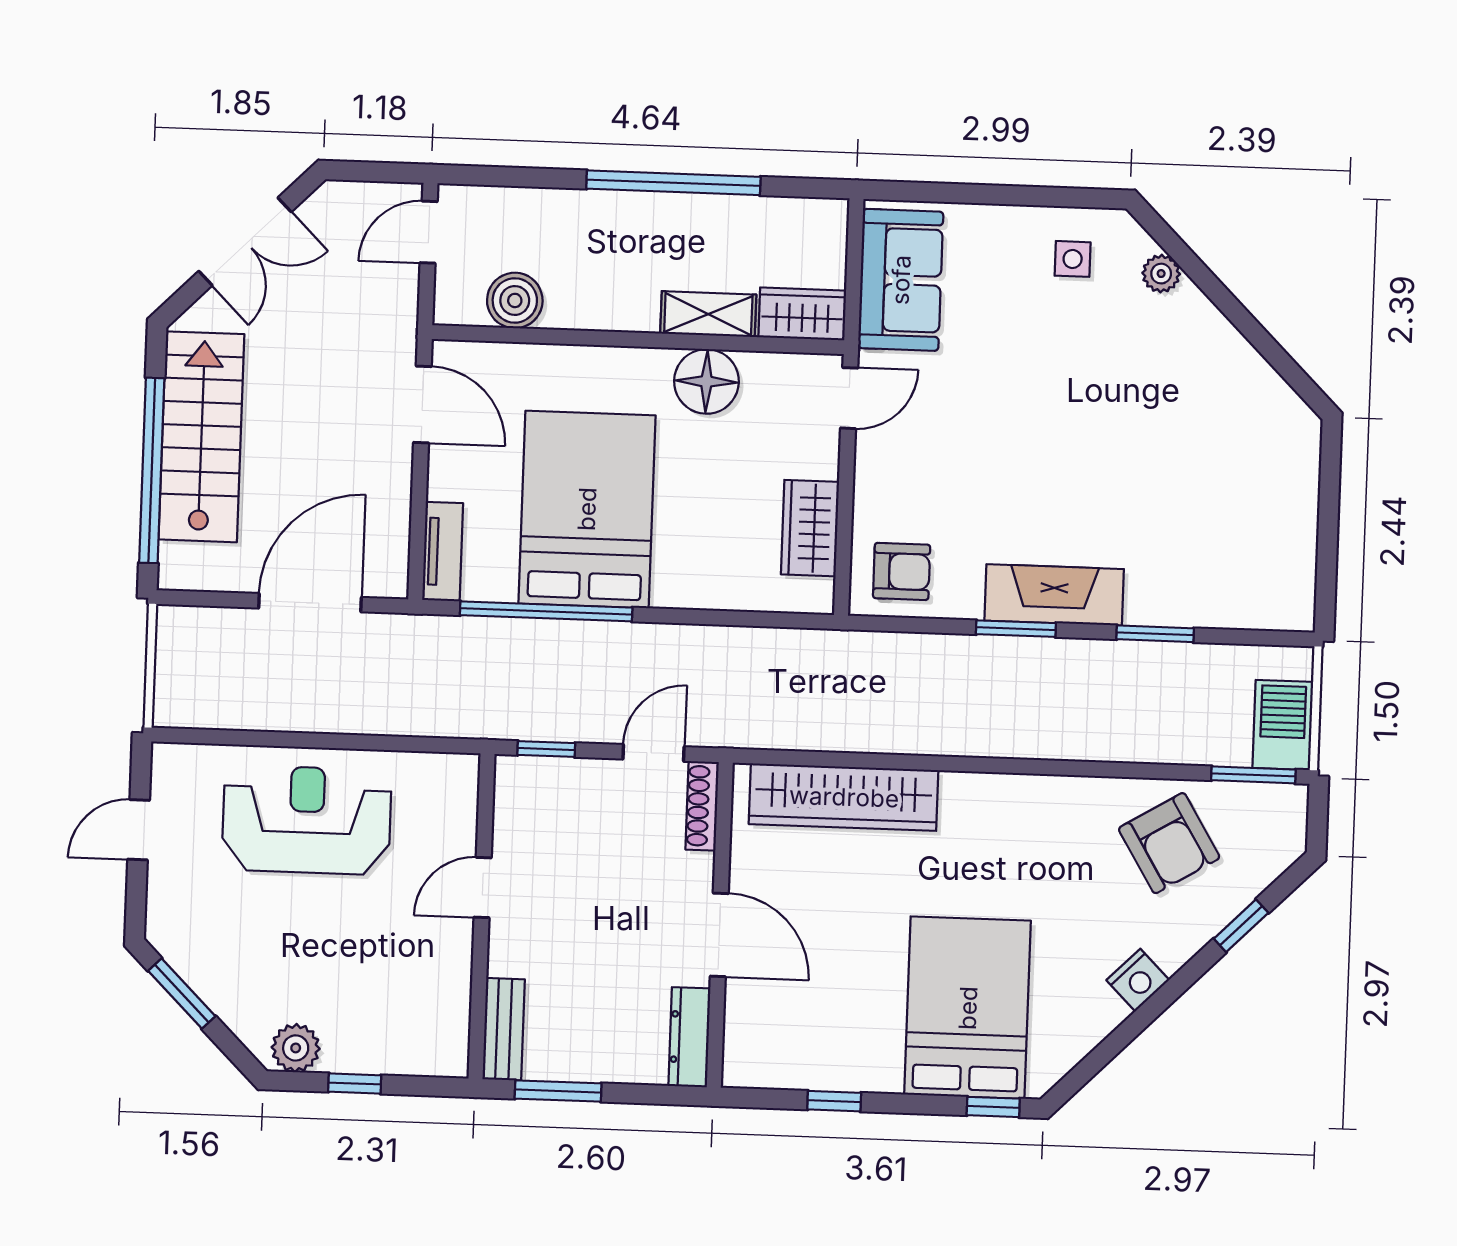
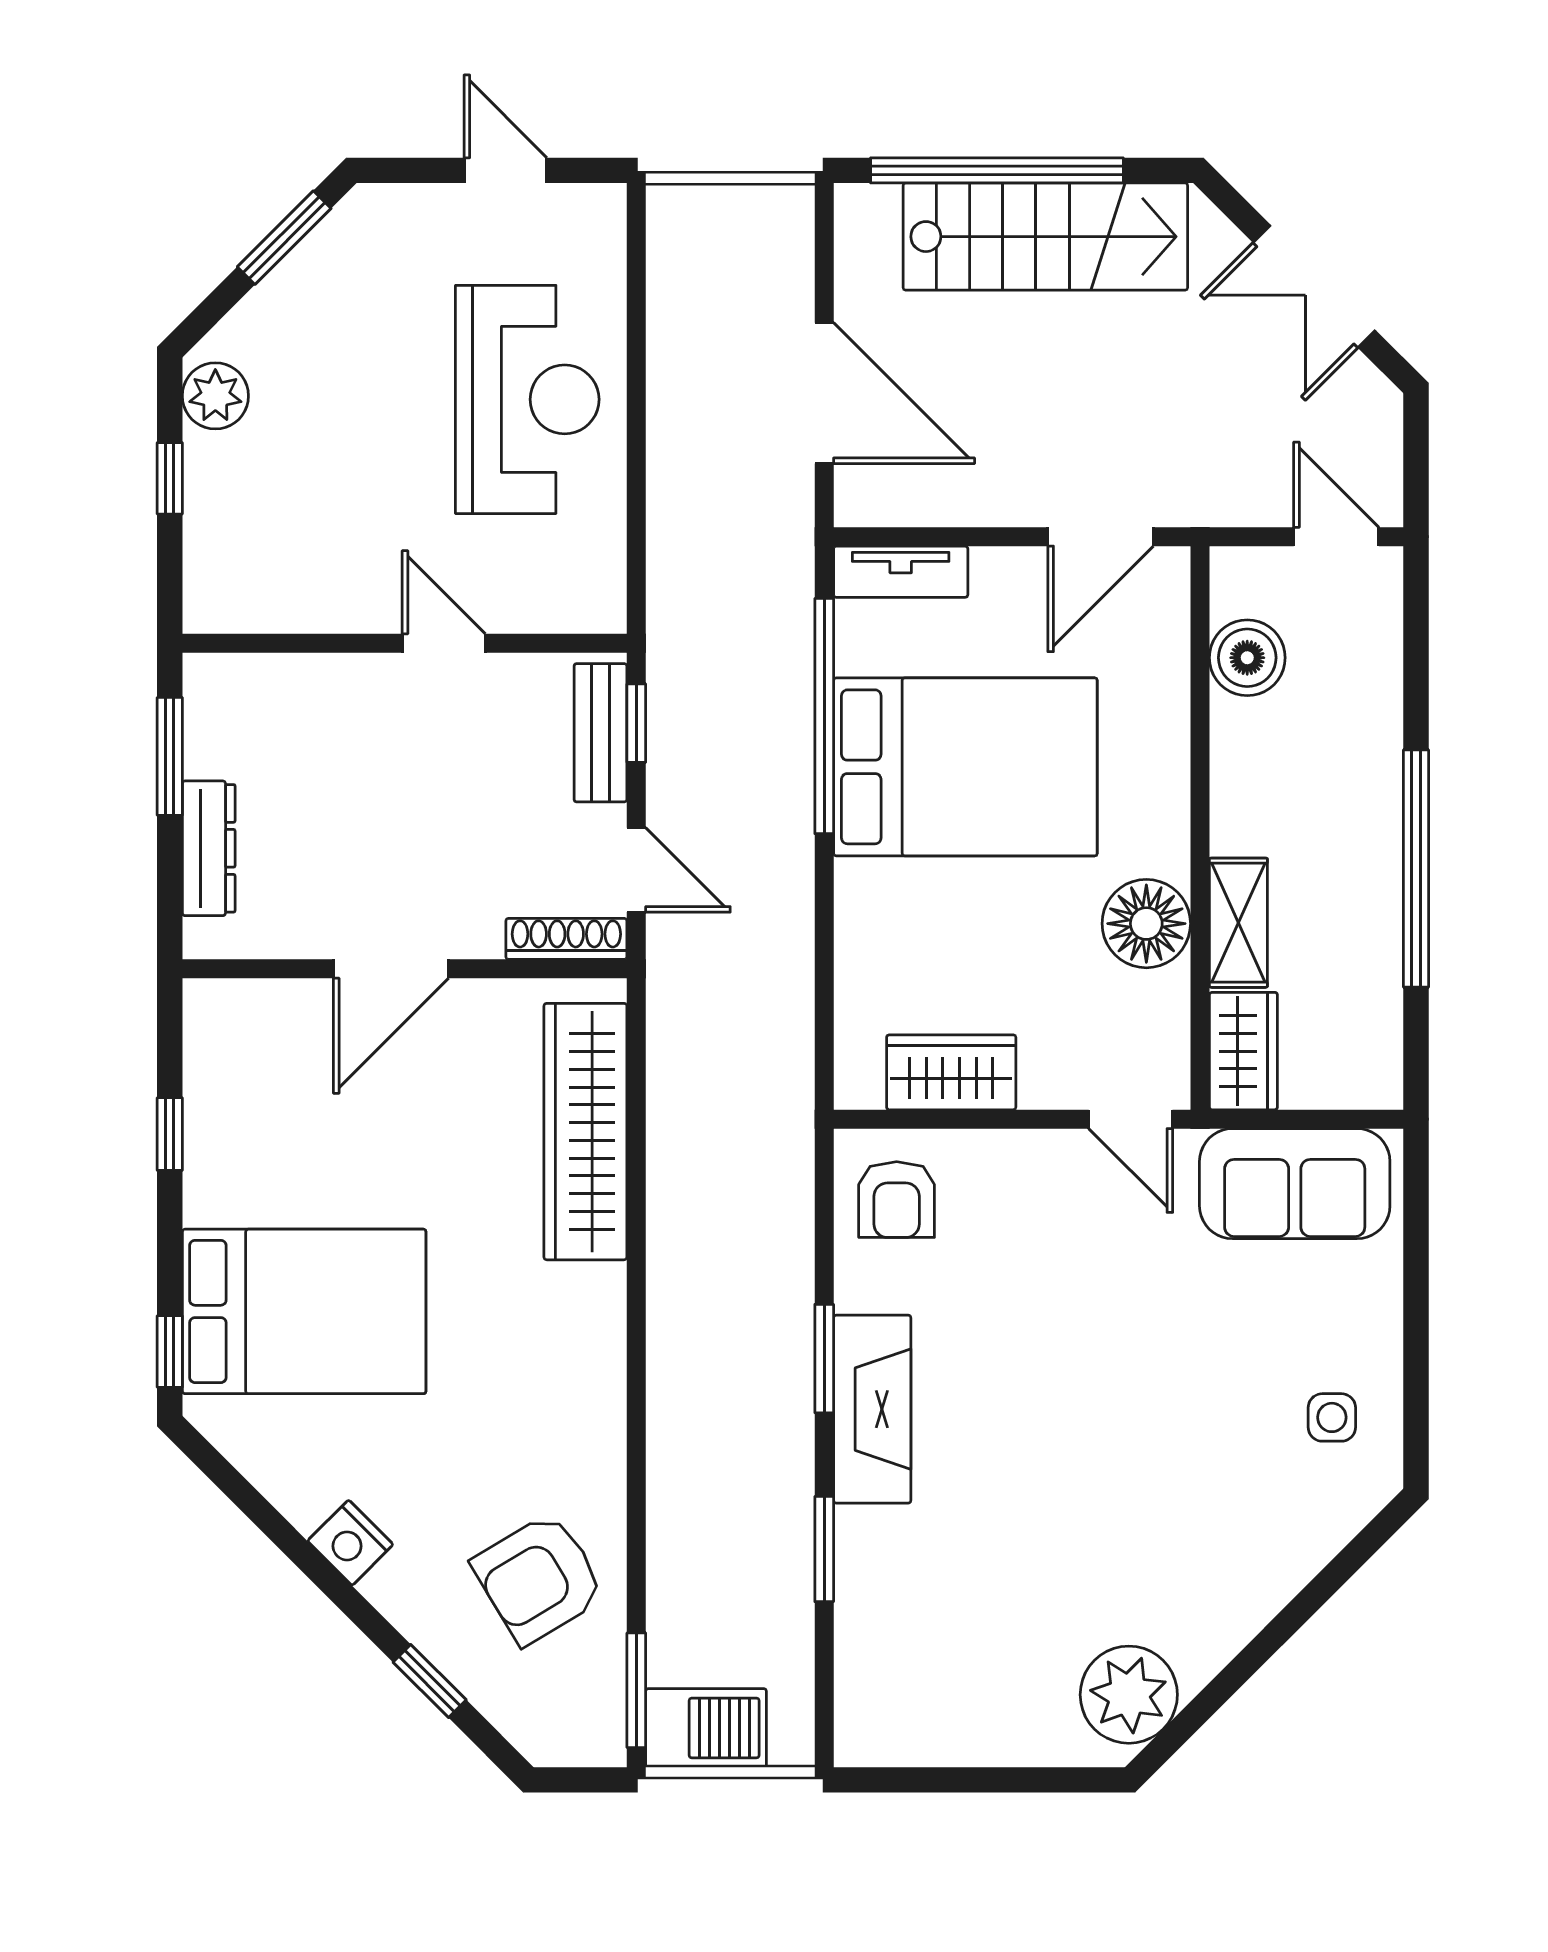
plant: (1161, 274) -> (1129, 1695), moved, width x1.88, depth x1.88
bench: (504, 1029) -> (600, 733), moved, turned 90
dresser: (689, 1037) -> (209, 848), moved, turned 90

